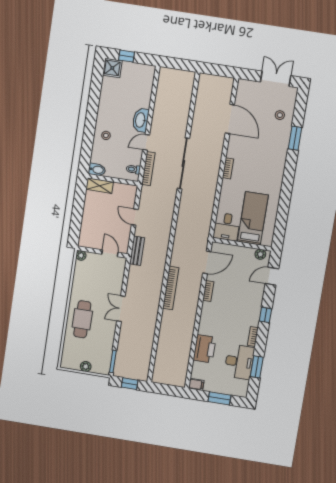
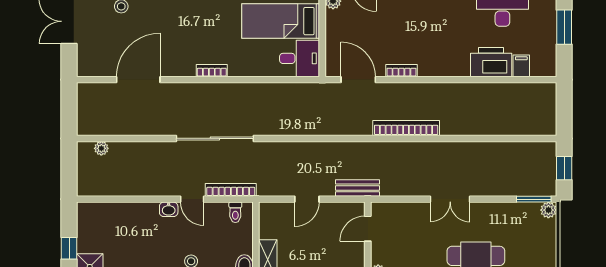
plant: (189, 88) -> (101, 148), added
washbasin: (141, 120) -> (169, 209), width x0.52, depth x0.69
plant: (86, 366) -> (548, 210), moved
filing cabinet: (196, 384) -> (521, 66), moved

